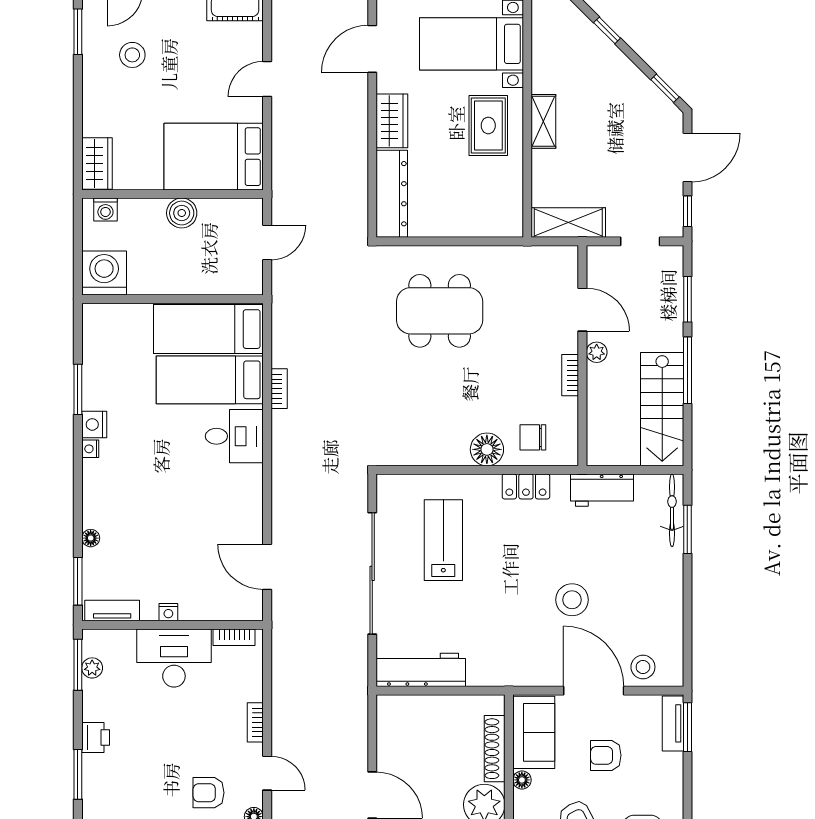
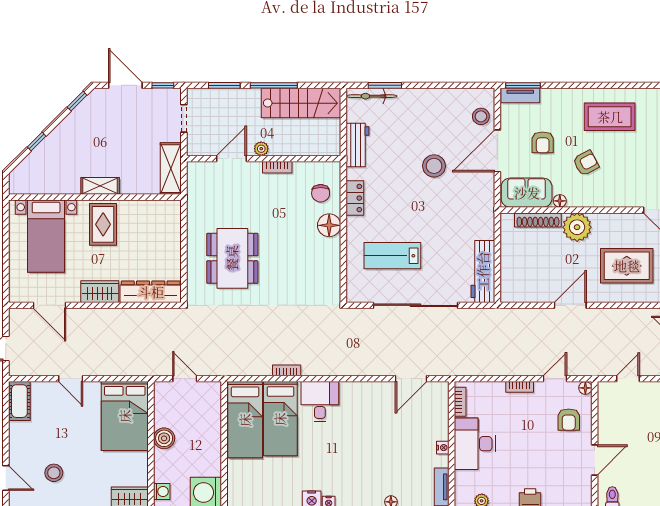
rug: (488, 125) -> (103, 224), turned 90

